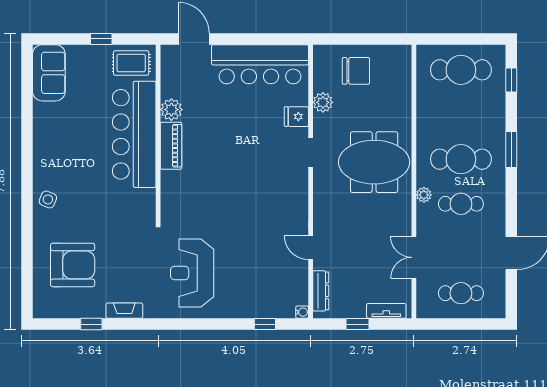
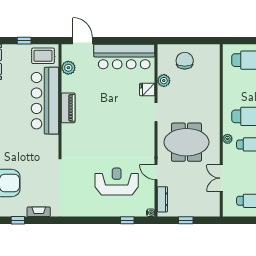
chair: (356, 71) -> (185, 61), turned -90
plant: (171, 110) -> (68, 68), moved
meeting table: (374, 162) -> (186, 142), moved
reception desk: (192, 273) -> (117, 182), moved, turned 90
tv unit: (386, 311) -> (204, 212), removed

